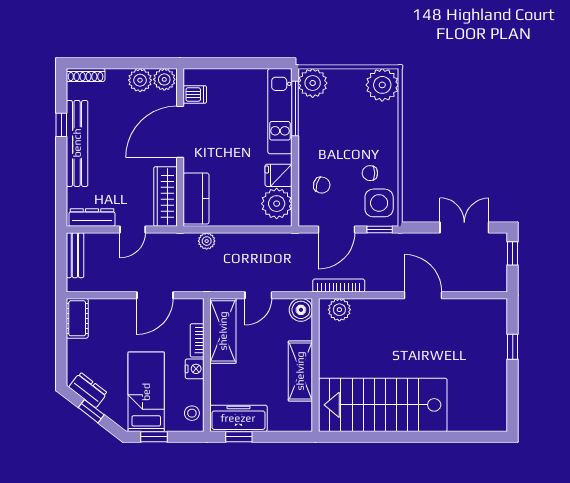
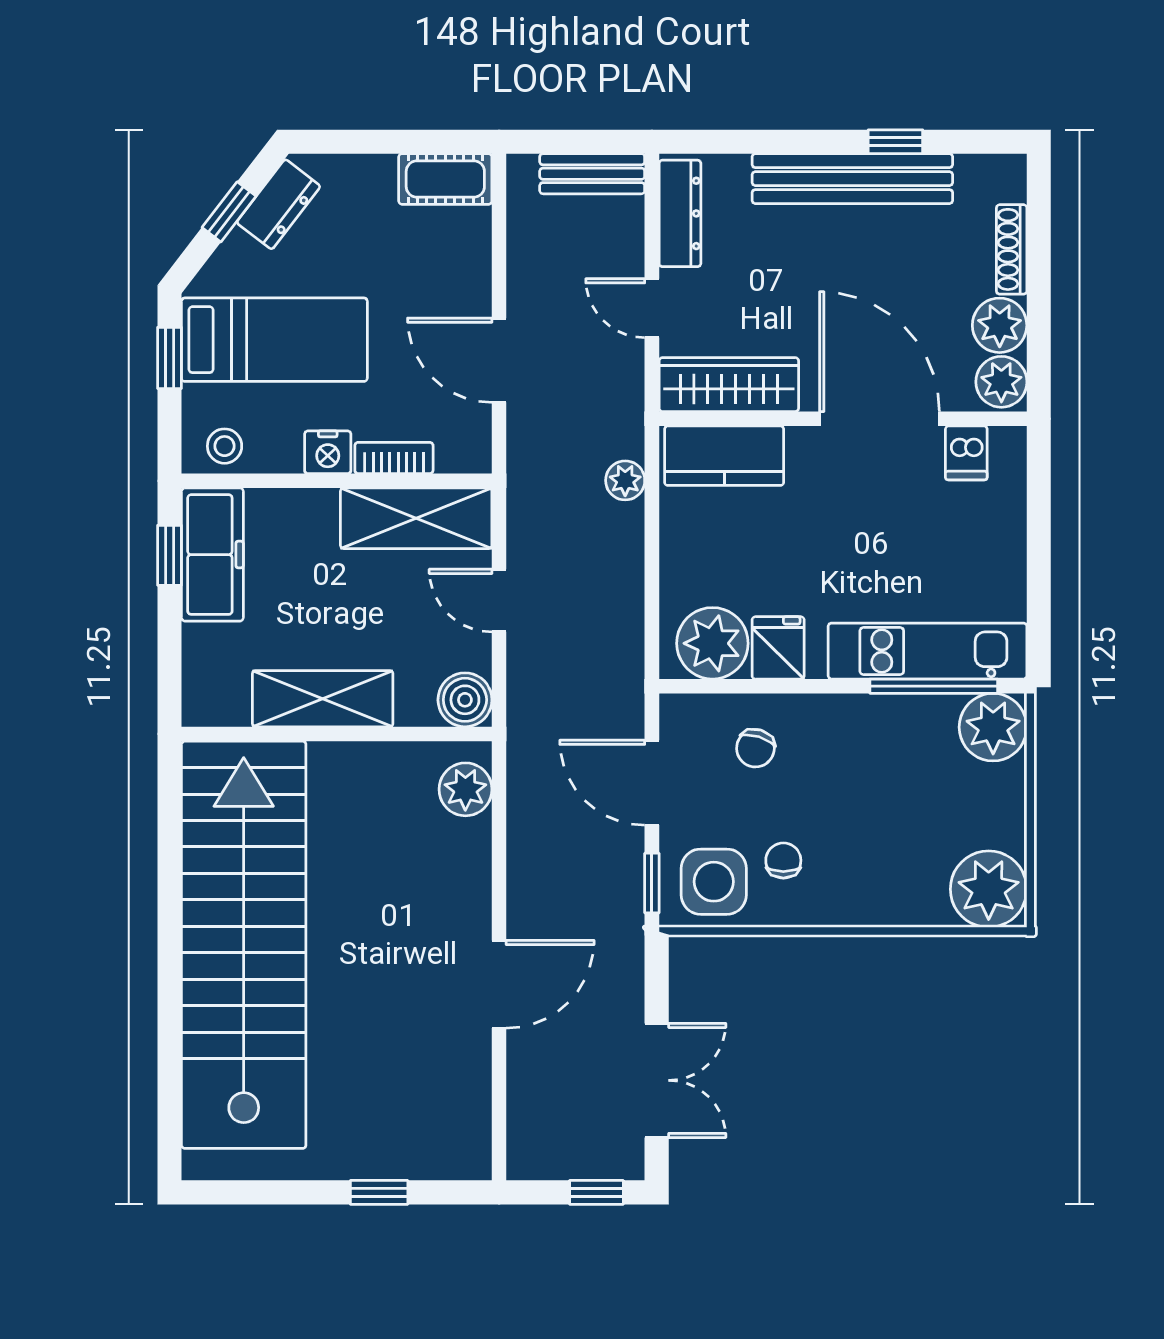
shoe rack: (86, 75) -> (1012, 249), moved
bookcase: (339, 286) -> (522, 788), removed
stairs: (383, 405) -> (244, 945), width x1.36

